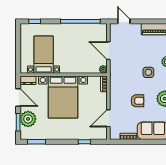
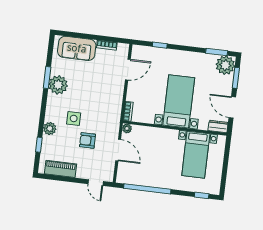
bed with nightstands: (63, 97) -> (179, 101), width x0.73
armchair: (137, 101) -> (88, 140), moved
plant: (28, 119) -> (225, 65), moved

